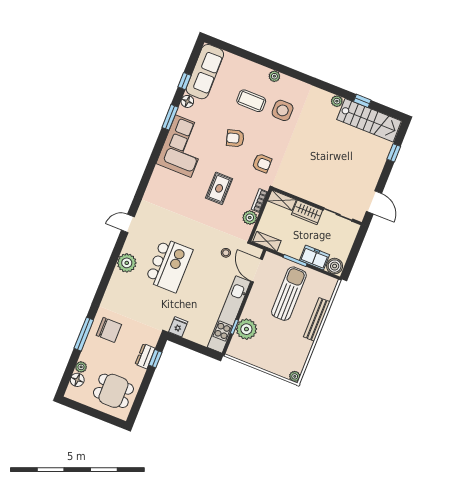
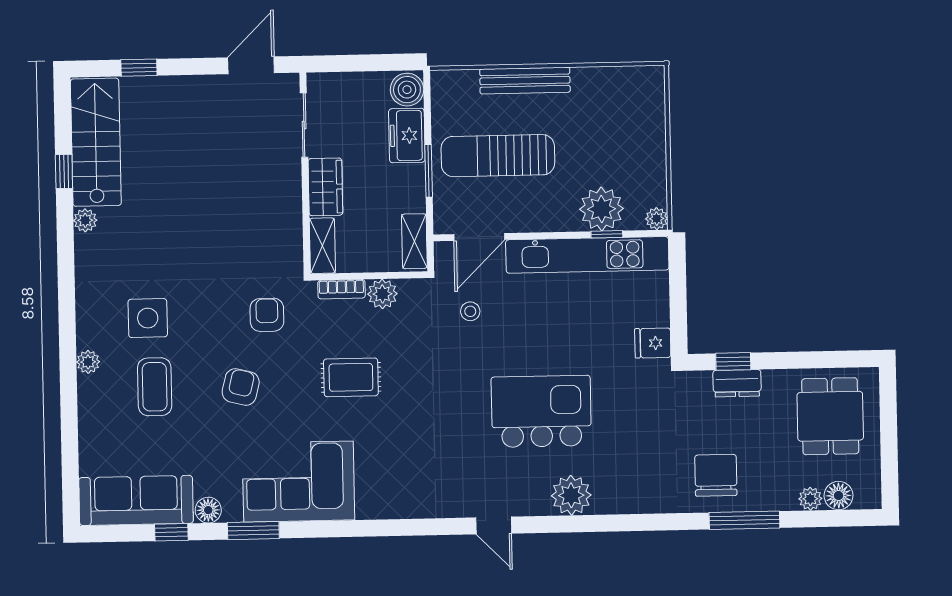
armchair: (235, 138) -> (241, 387), turned -150
plant: (295, 376) -> (657, 219), moved

